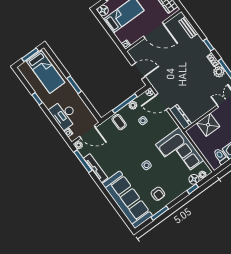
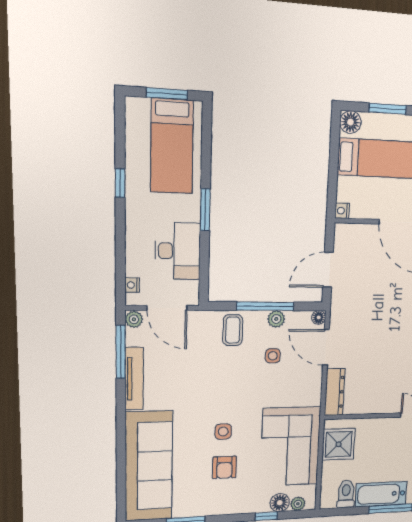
door: (138, 71) -> (328, 270), swing flipped
desk: (64, 115) -> (178, 251), moved, turned 180
shower: (208, 125) -> (339, 444), moved
armchair: (158, 194) -> (224, 467), moved

